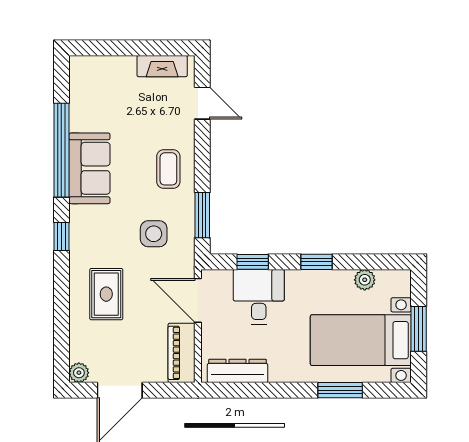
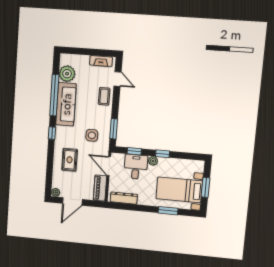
plant: (87, 100) -> (67, 74), added
sofa: (89, 168) -> (66, 104), width x1.36
coffee table: (168, 169) -> (104, 96), moved
plant: (365, 280) -> (153, 161), moved

